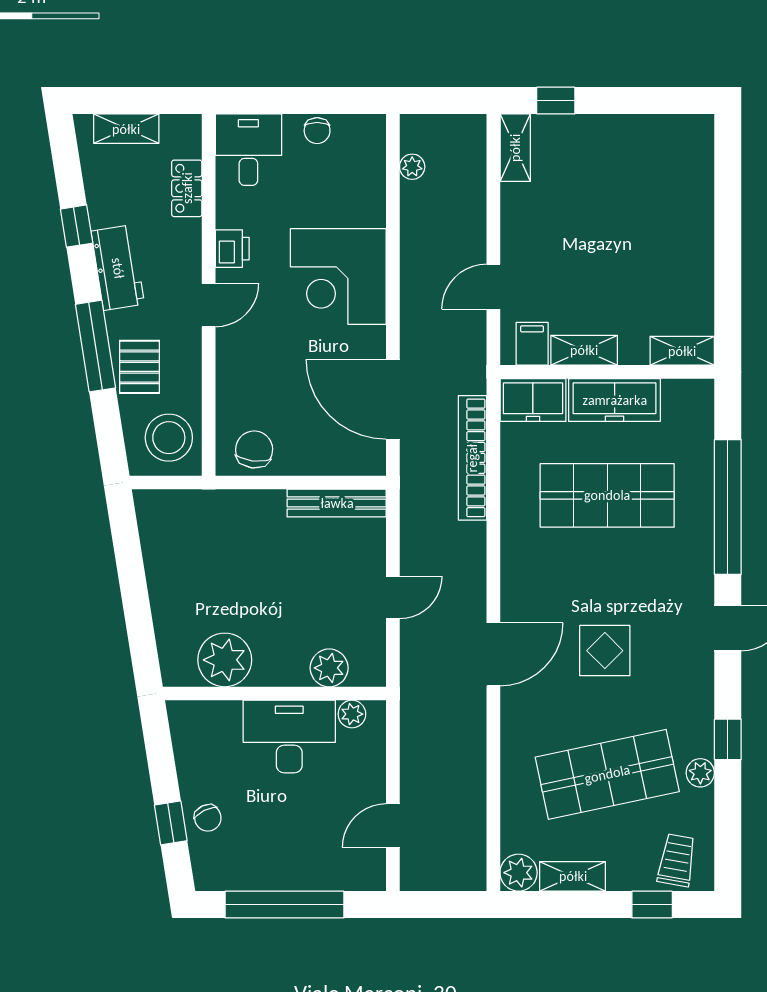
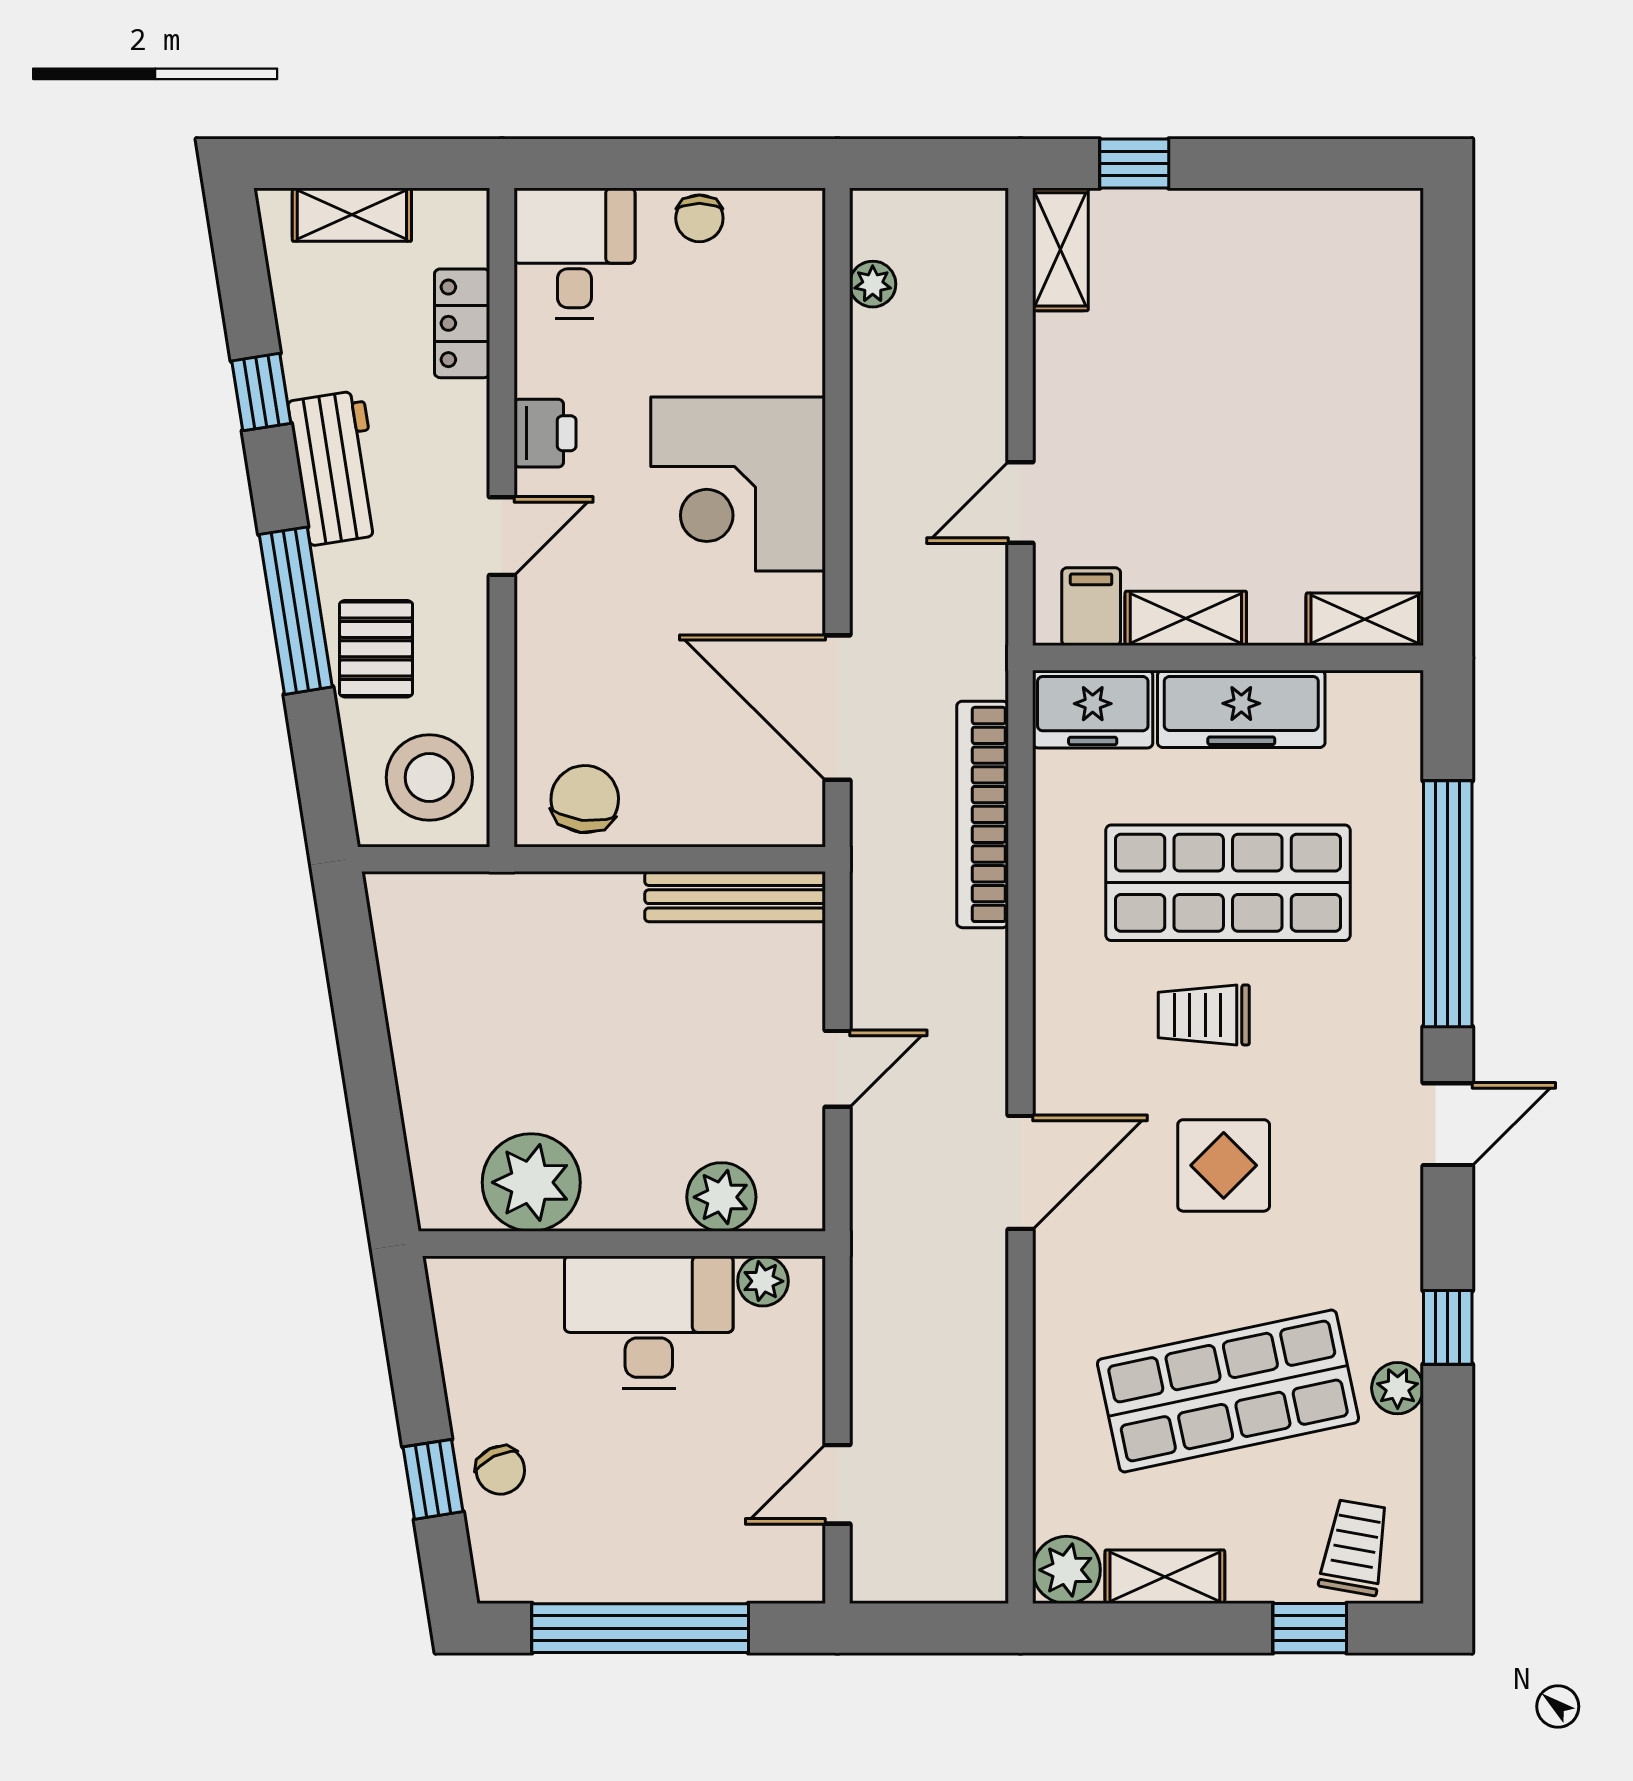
trolley: (594, 568) -> (1204, 1015), added

